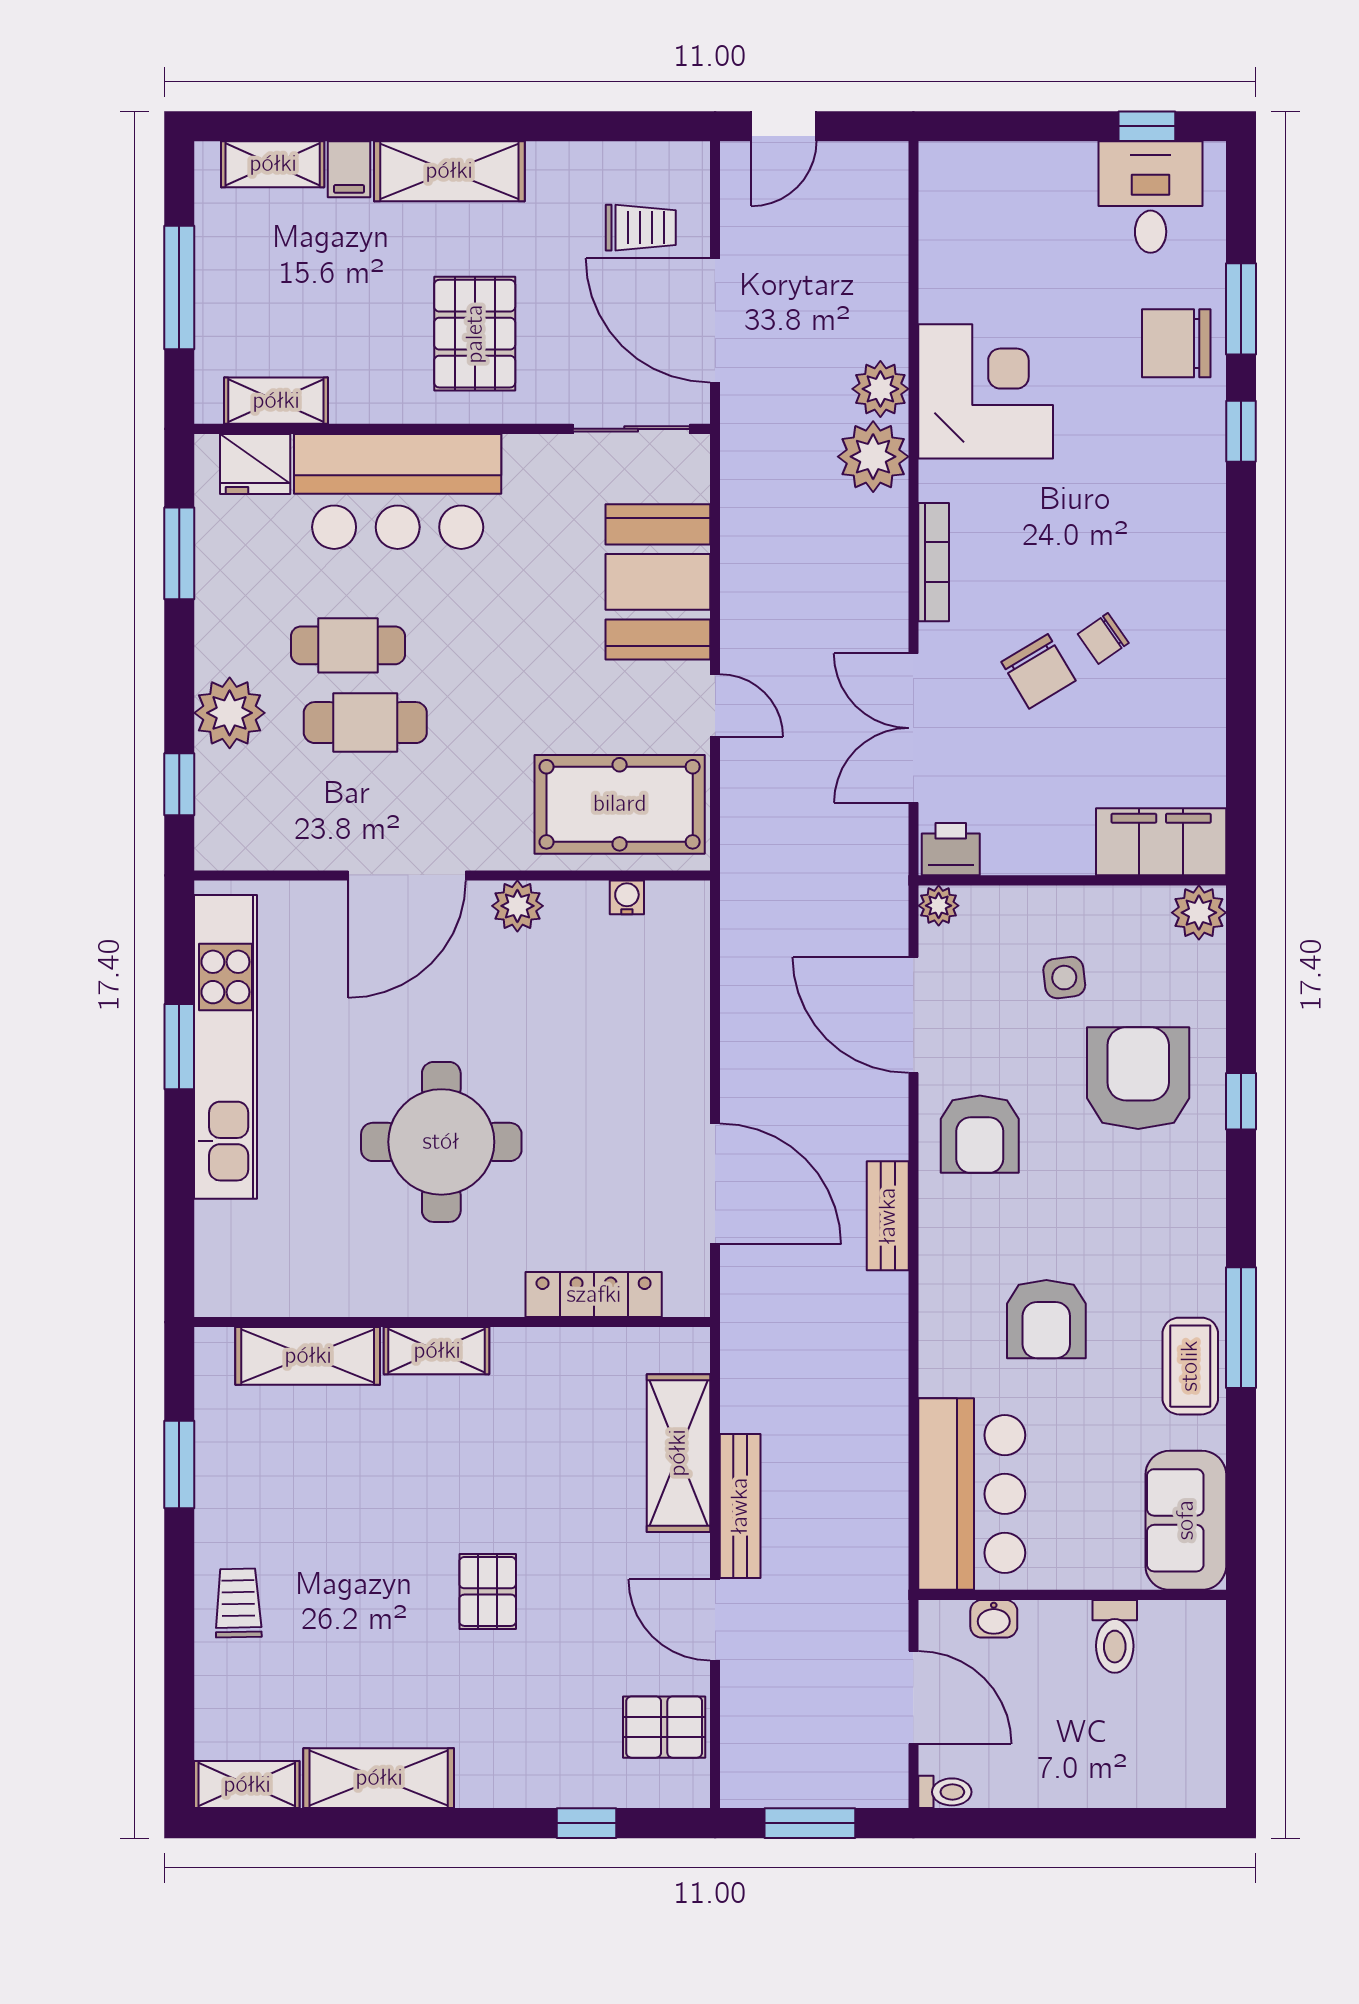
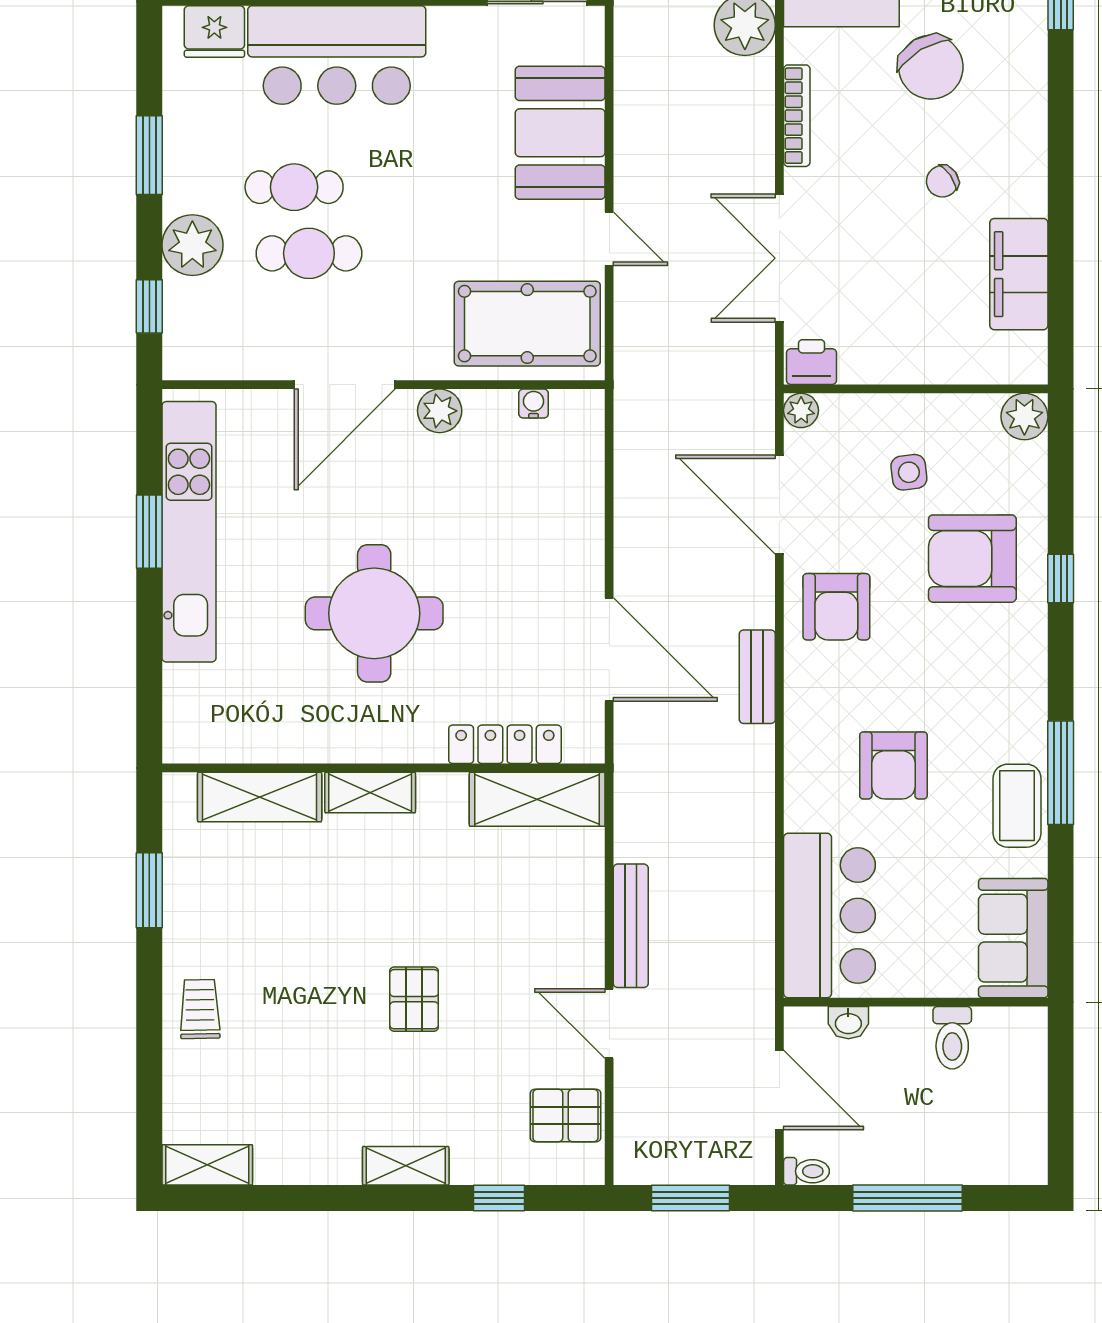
window: (179, 553) -> (149, 155), moved
chair: (1039, 671) -> (931, 67), moved, width x1.37, depth x1.37
filing cabinet: (1161, 842) -> (1019, 274), moved, turned -90
armchair: (1138, 1078) -> (972, 559), turned -90
shelving: (678, 1453) -> (537, 799), moved, turned 90
shelving: (379, 1778) -> (406, 1166), moved, width x0.67, depth x0.75
window: (1063, 1823) -> (907, 1198), added

